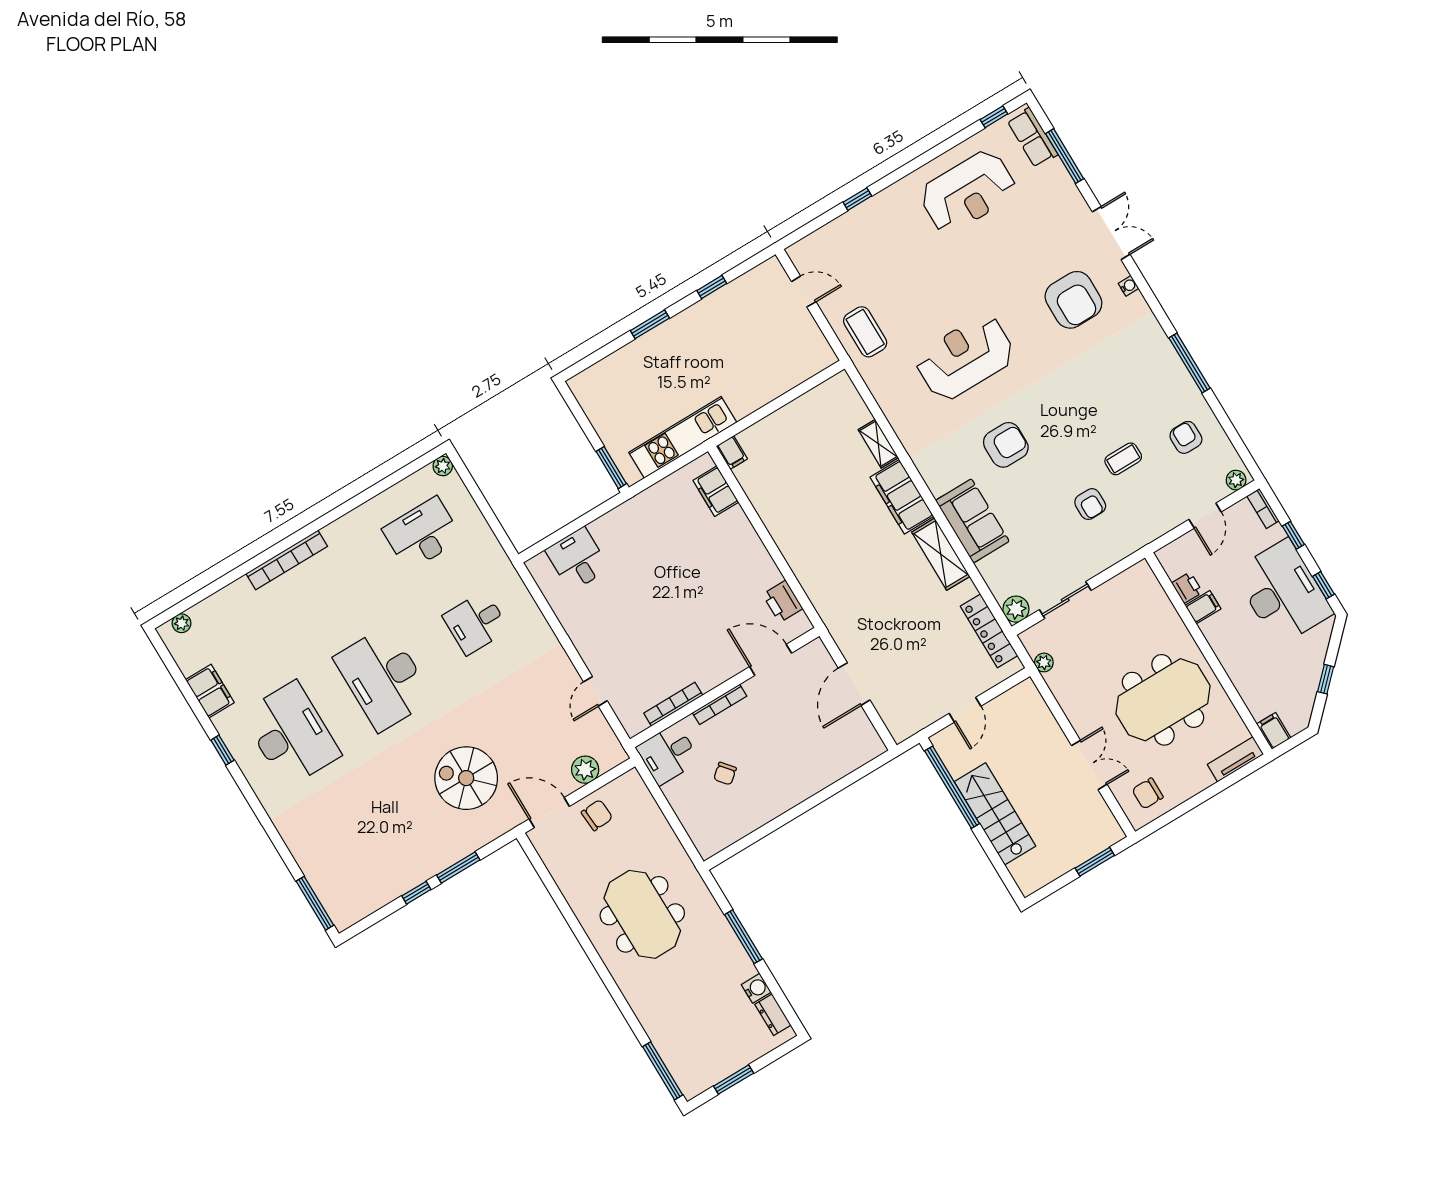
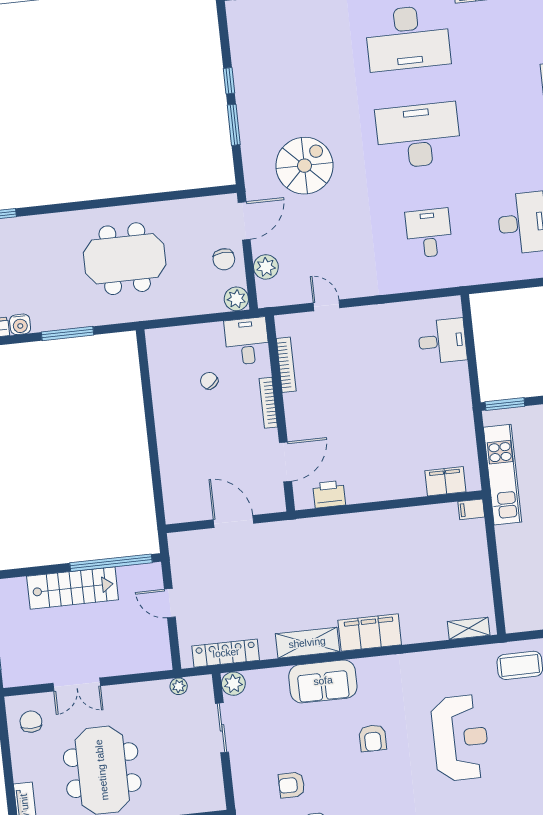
shelving: (878, 444) -> (469, 628), moved
armchair: (1006, 445) -> (373, 738), width x0.72, depth x0.72
plant: (631, 784) -> (236, 299), added

